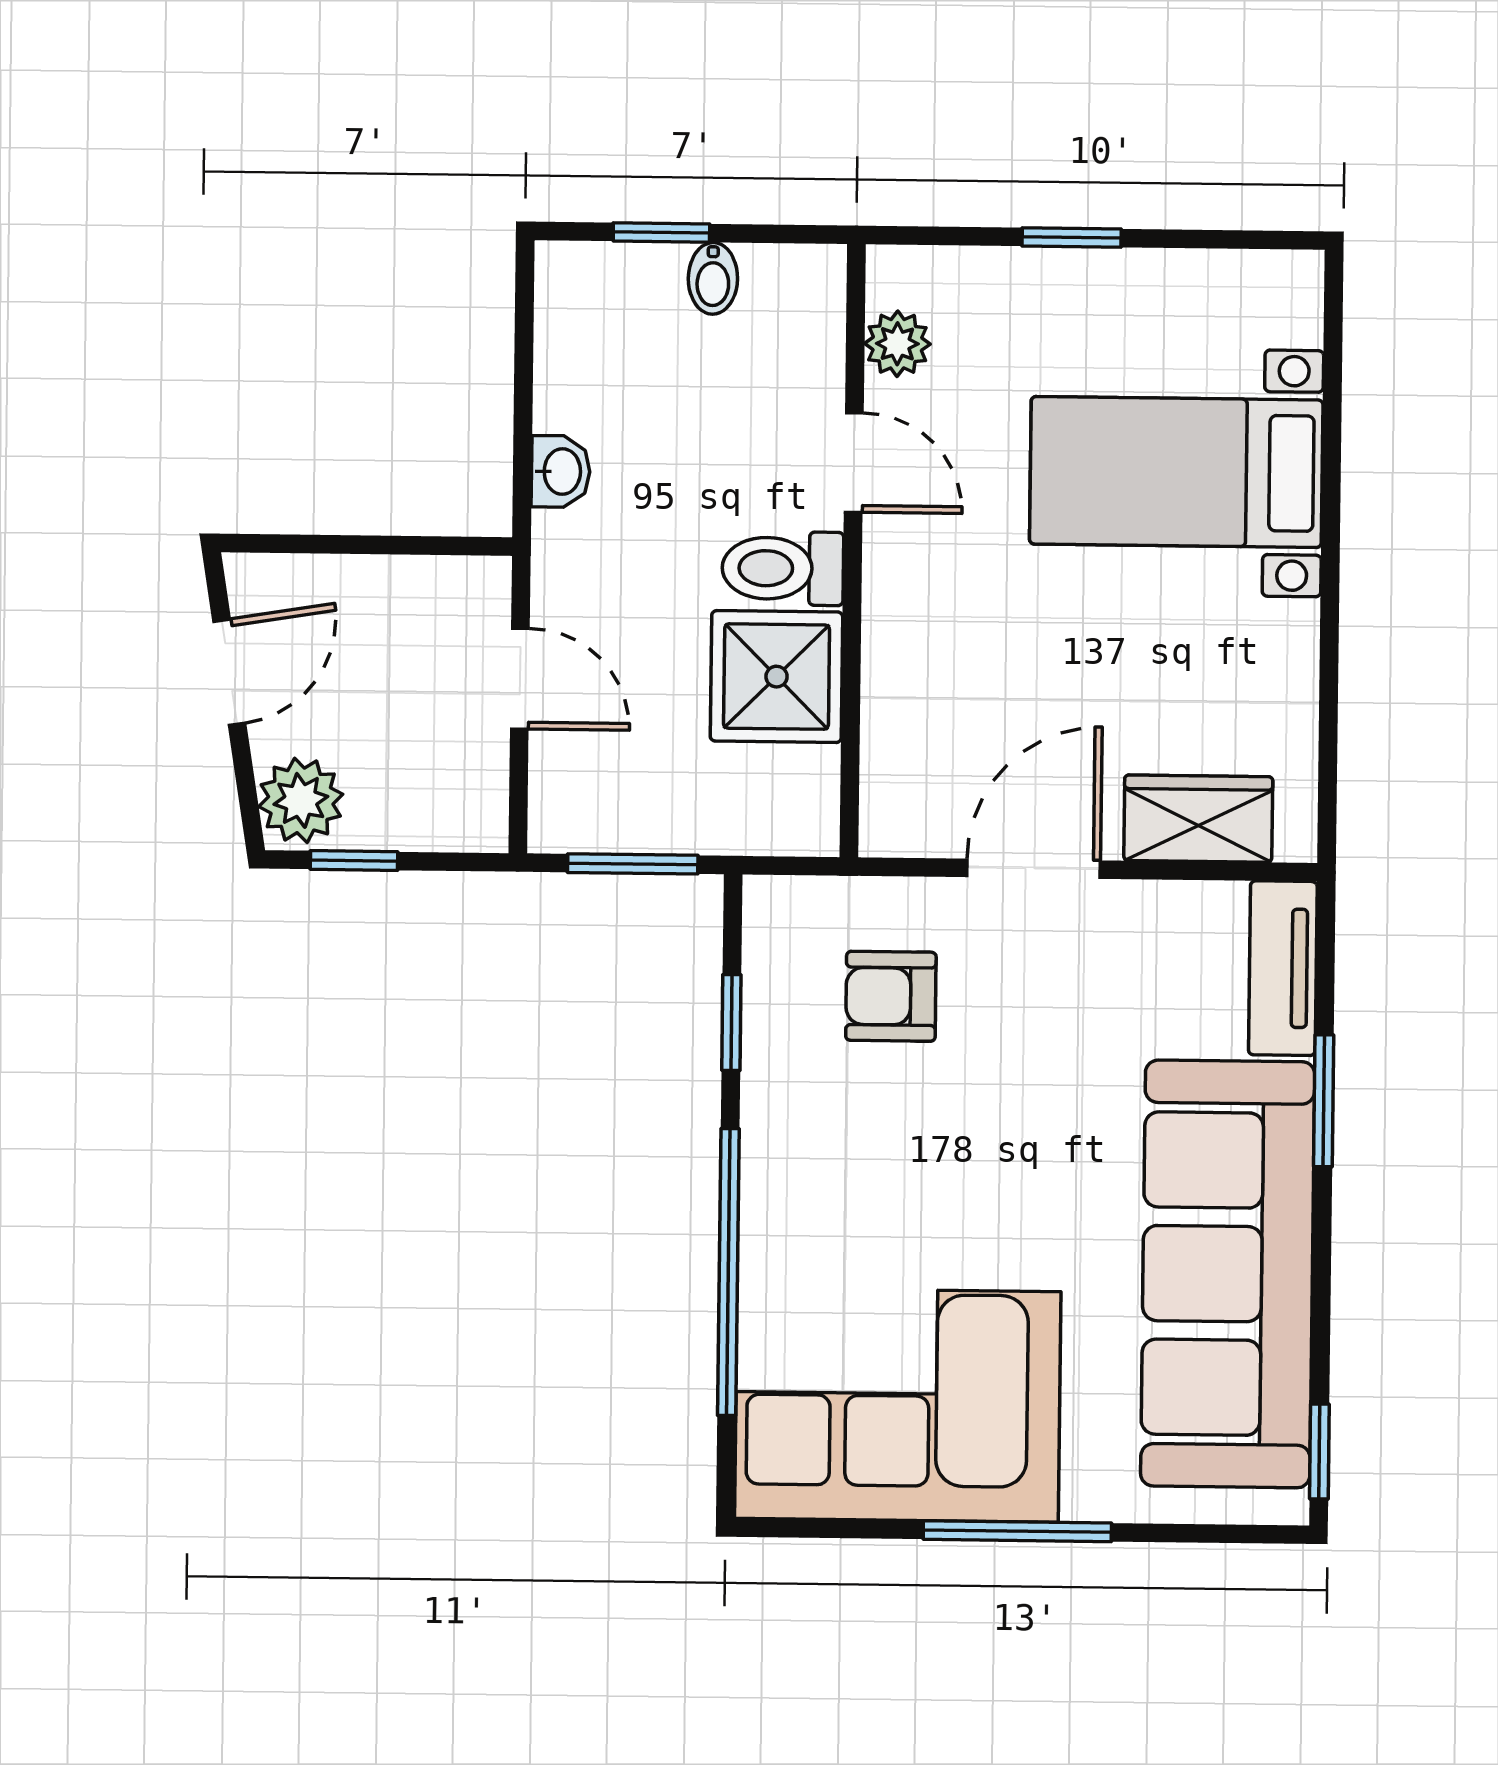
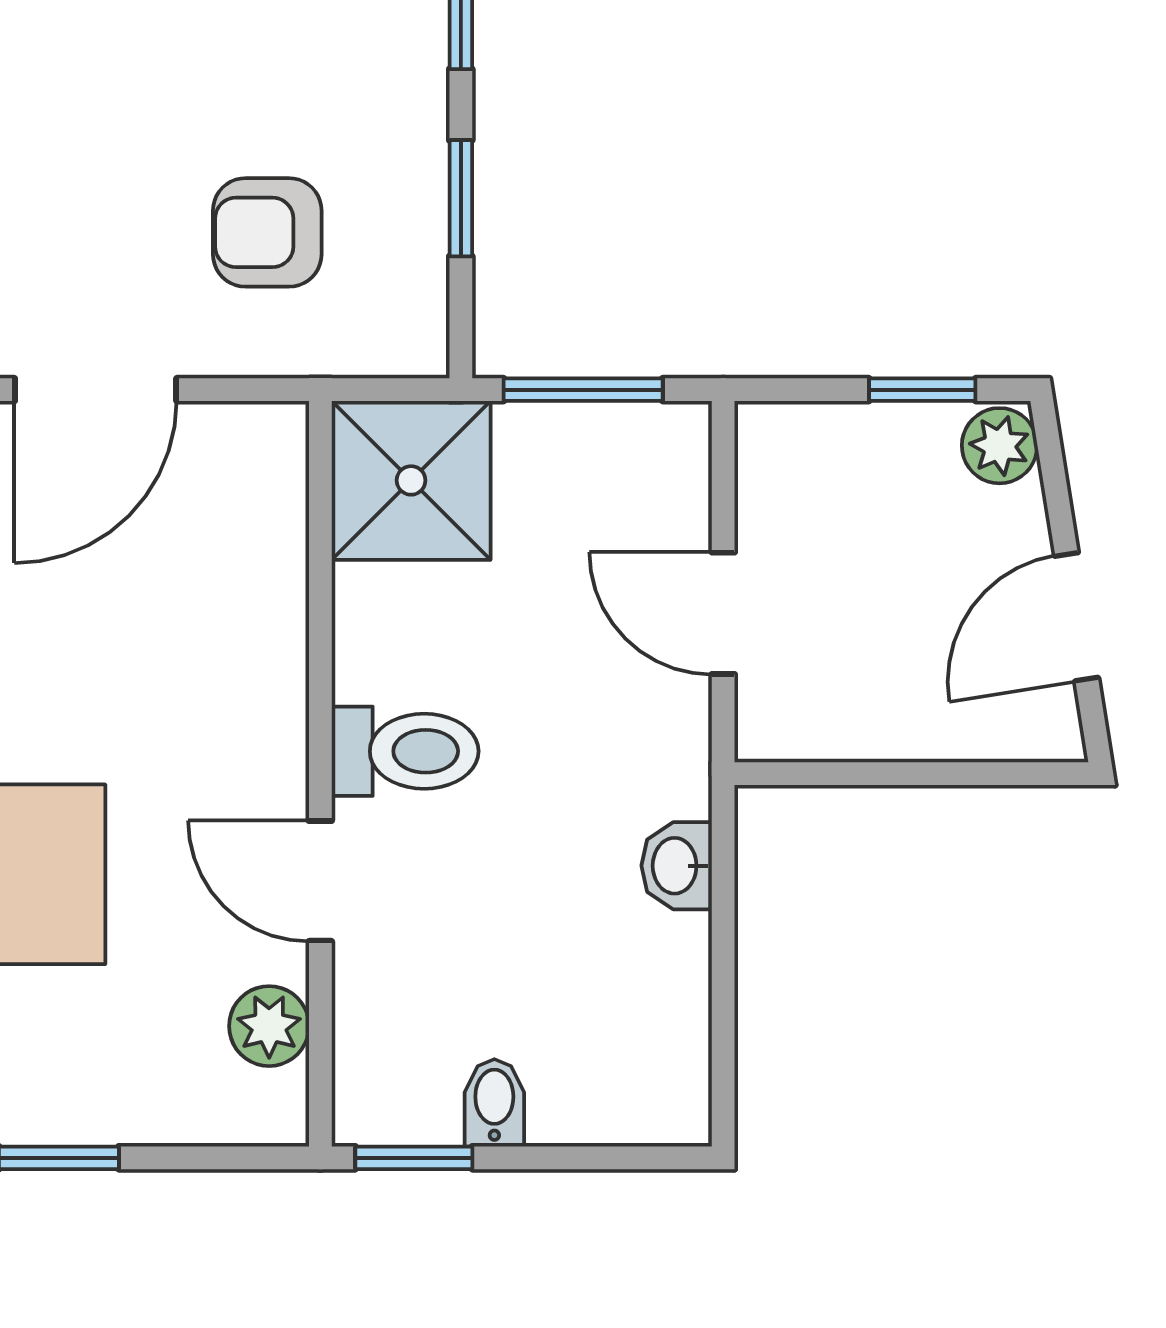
window: (661, 232) -> (414, 1158), moved
shower: (777, 677) -> (411, 480), moved
plant: (301, 800) -> (999, 446), width x0.73, depth x0.73
armchair: (891, 996) -> (267, 232), turned 180

